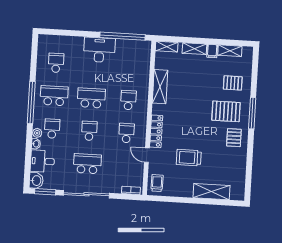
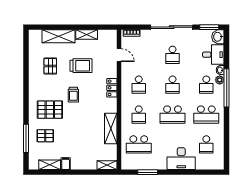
window: (122, 36) -> (148, 172), width x0.47
shelving: (194, 49) -> (87, 35), moved
desk: (99, 50) -> (181, 159), moved
school desk: (130, 67) -> (139, 144), added
window: (31, 103) -> (227, 88), moved
window: (252, 113) -> (26, 138), moved
locker: (156, 131) -> (112, 88), width x0.66
pallet: (234, 138) -> (50, 66), moved
door: (147, 155) -> (119, 55), moved
school desk: (87, 164) -> (173, 55), width x0.54
trolley: (157, 183) -> (73, 95), moved

